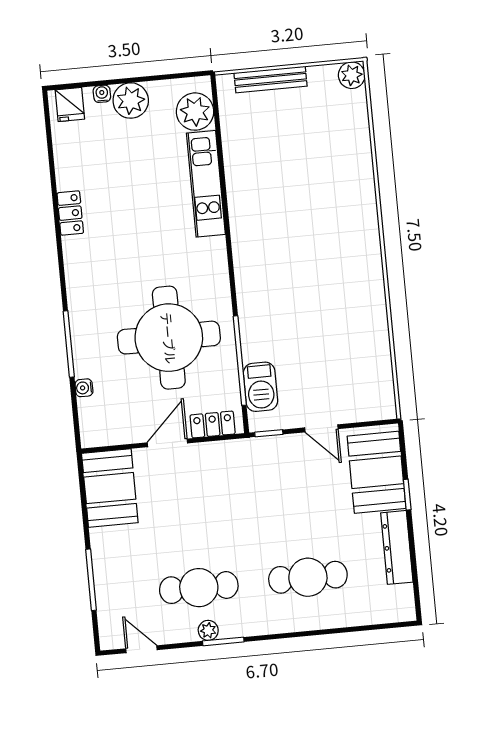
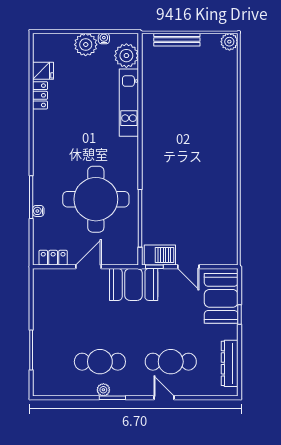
water cooler: (102, 94) -> (104, 38), moved
fridge: (70, 104) -> (43, 71), moved, turned -90
locker: (70, 213) -> (40, 95), moved
barbecue: (261, 387) -> (160, 255), moved, turned -90
water cooler: (84, 388) -> (38, 211), moved
locker: (213, 424) -> (53, 258), moved
booth: (110, 488) -> (134, 284), moved, turned 90
dresser: (397, 547) -> (230, 363), moved
door: (141, 649) -> (164, 398), moved

